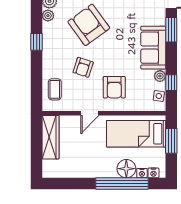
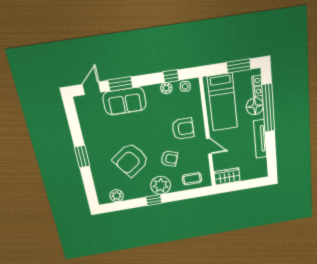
plant: (48, 16) -> (161, 185), moved, width x1.88, depth x1.88
sofa: (153, 48) -> (125, 101), moved
wardrobe: (50, 137) -> (227, 176), width x0.67
window: (171, 141) -> (239, 66), moved
tv unit: (89, 172) -> (260, 139), added

